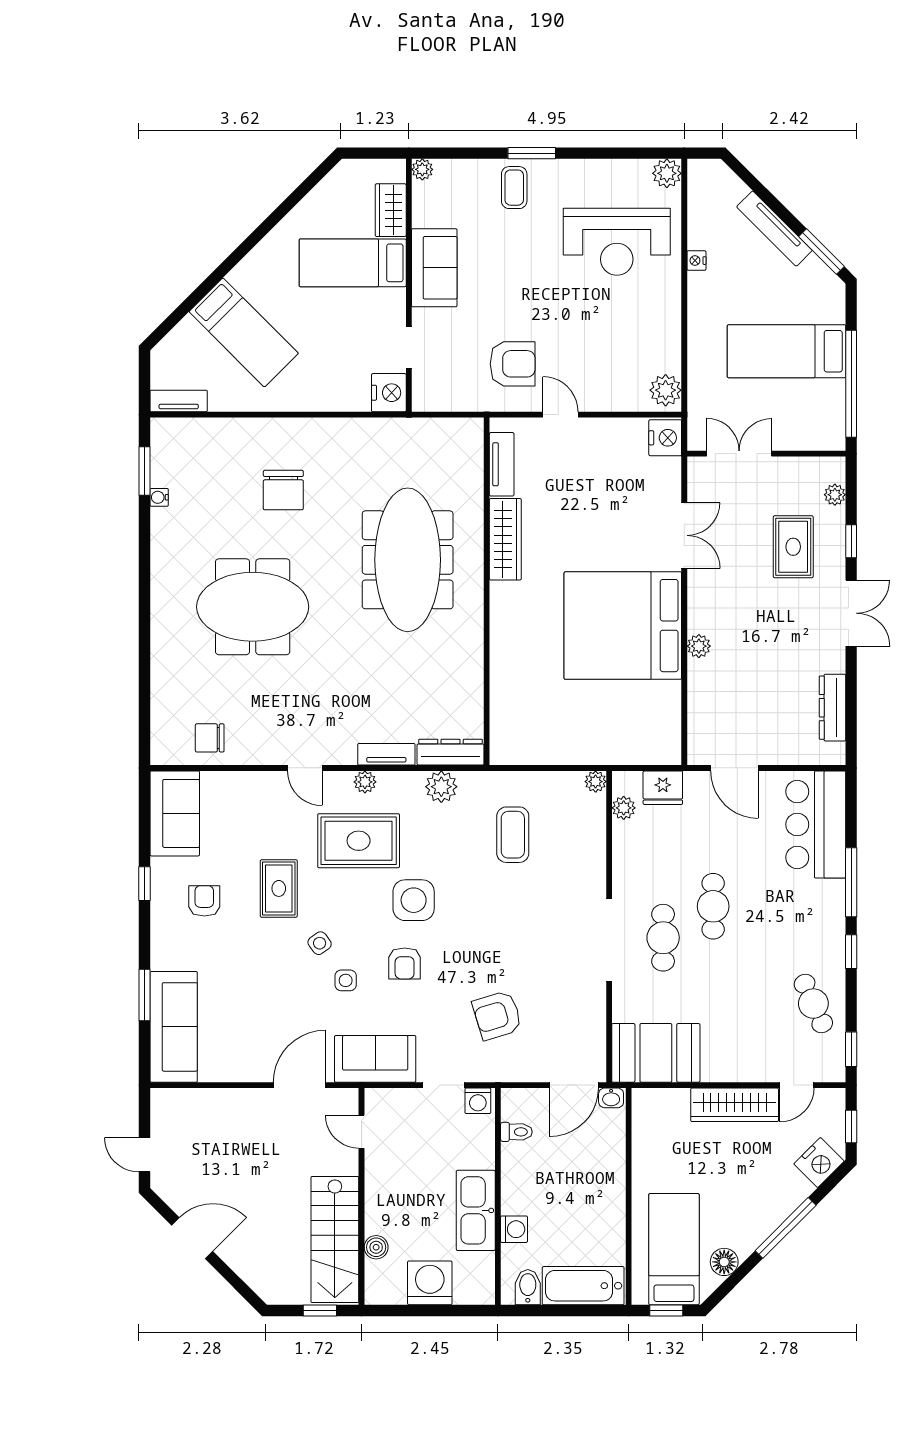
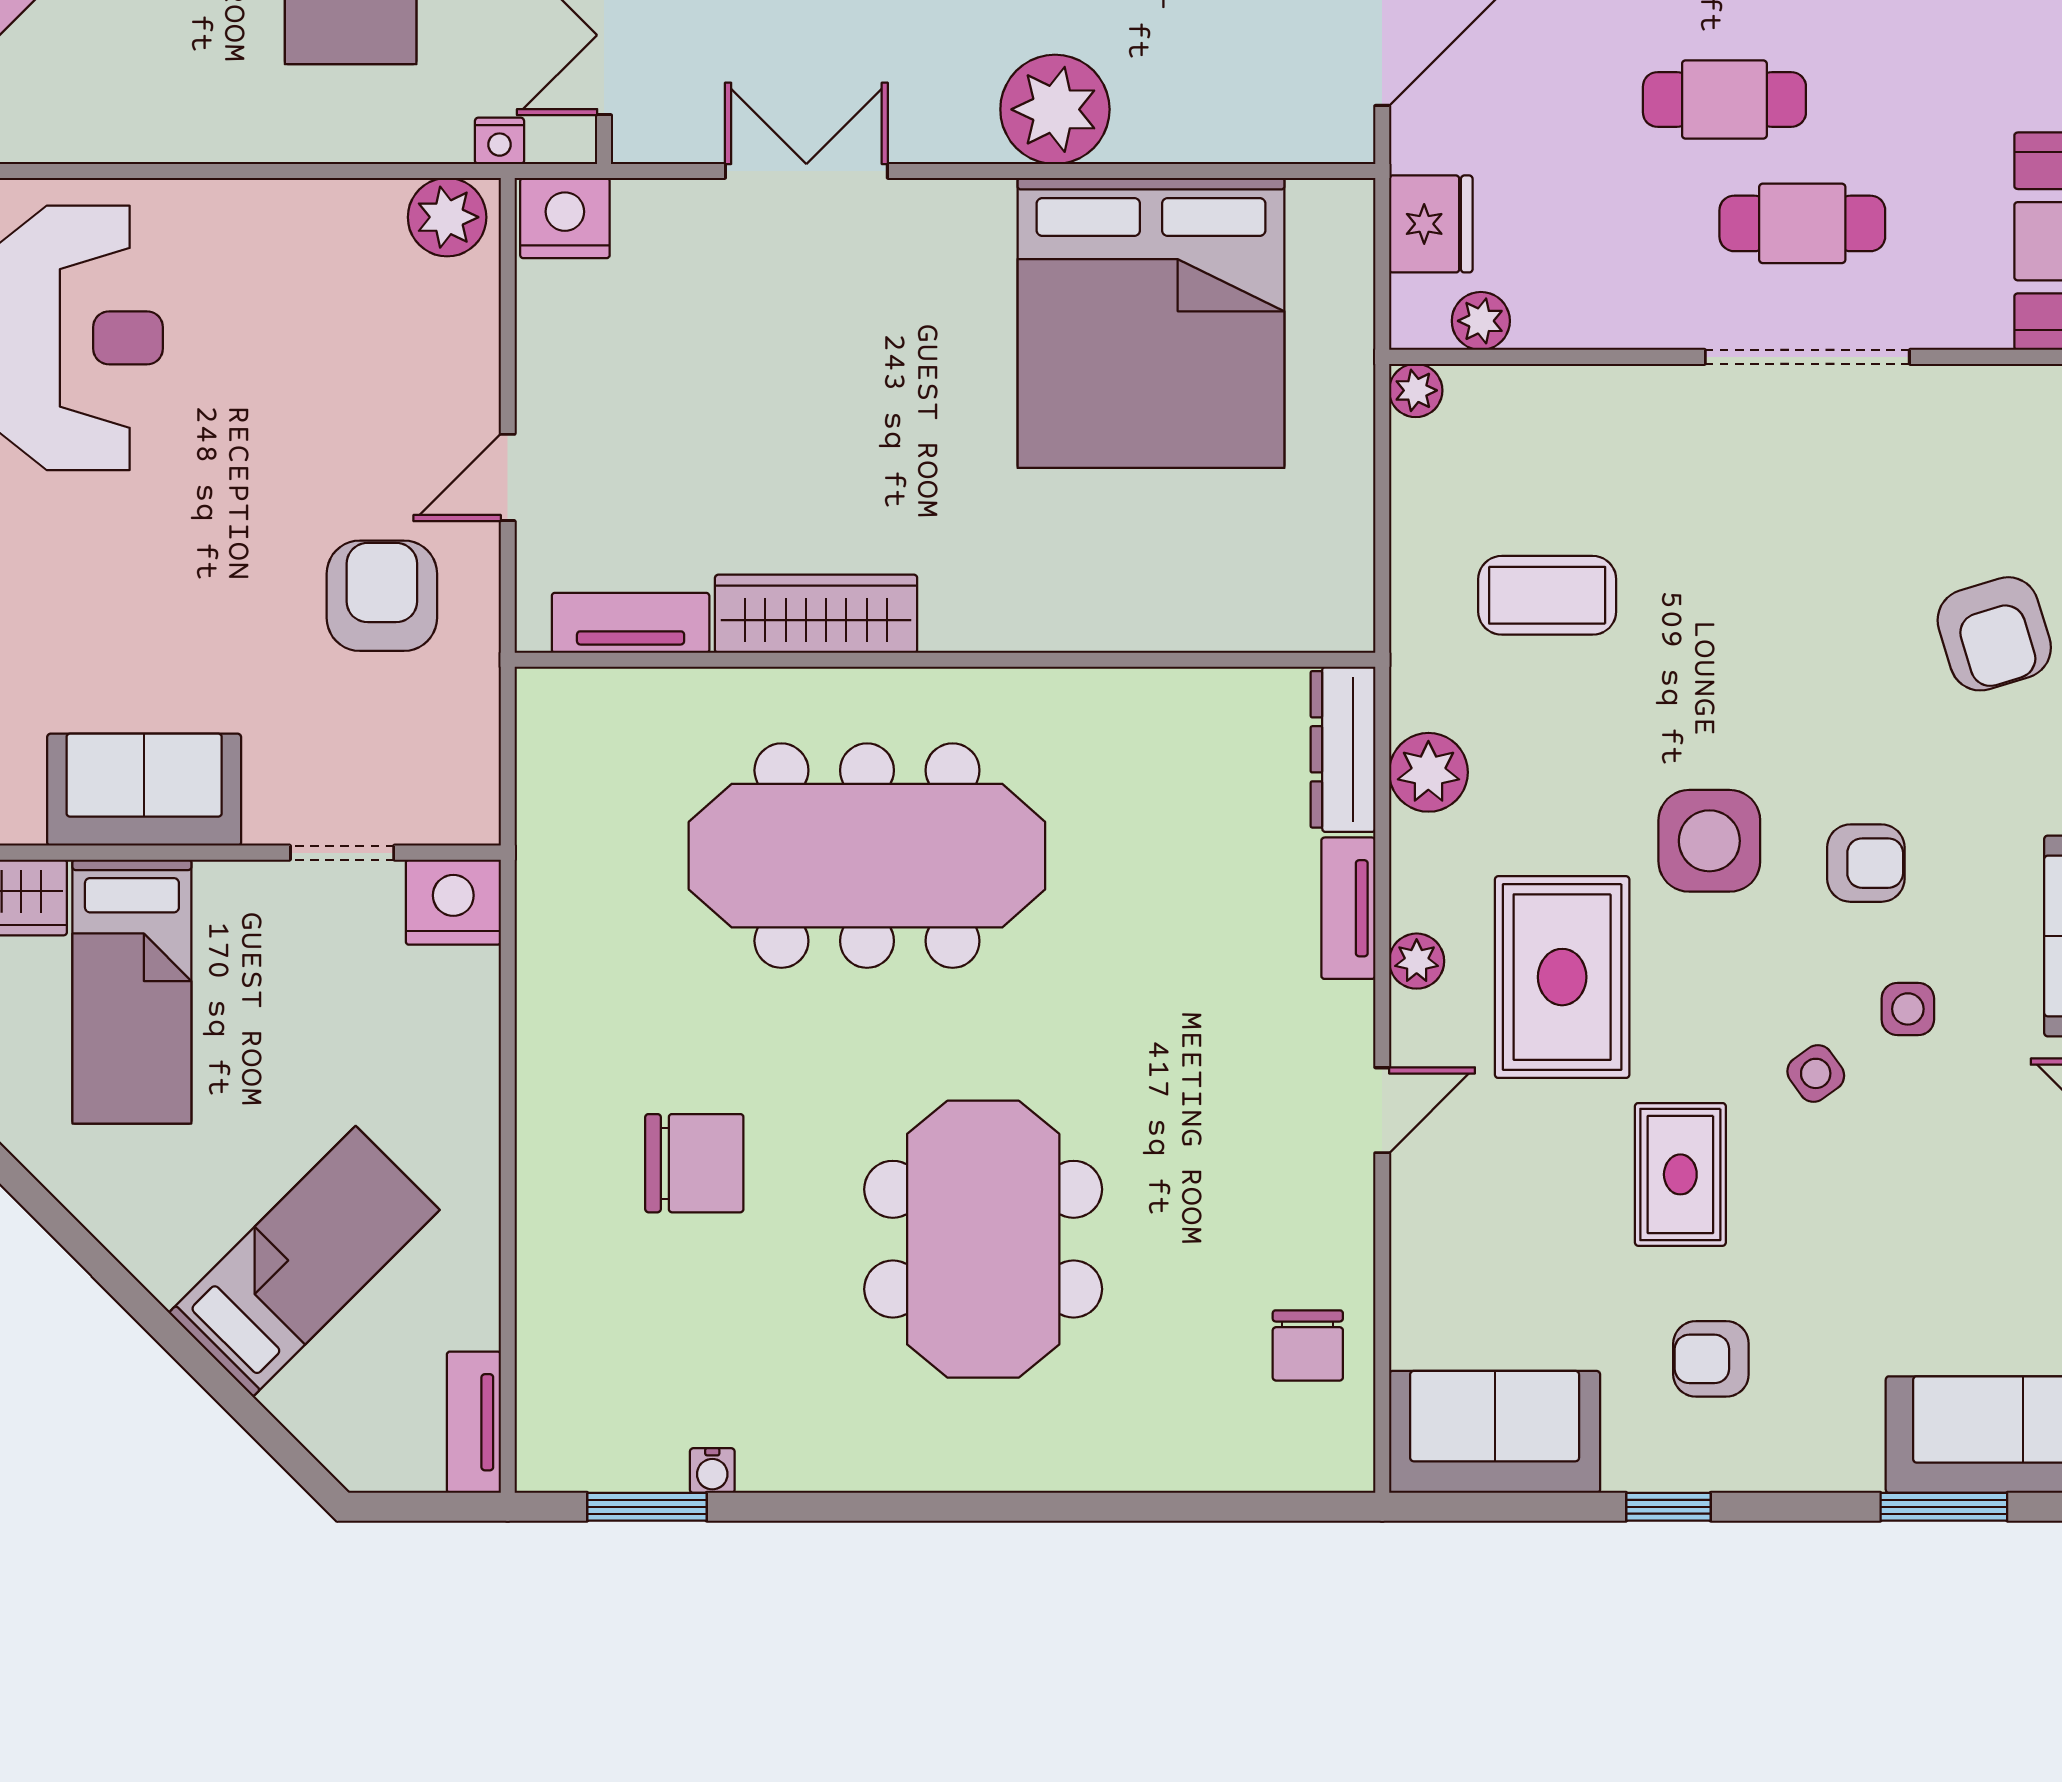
nightstand: (696, 261) -> (500, 141), moved
bed: (623, 626) -> (1151, 323), moved
plant: (699, 646) -> (1055, 109), width x1.88, depth x1.88
rug: (279, 888) -> (1680, 1174), turned 90

